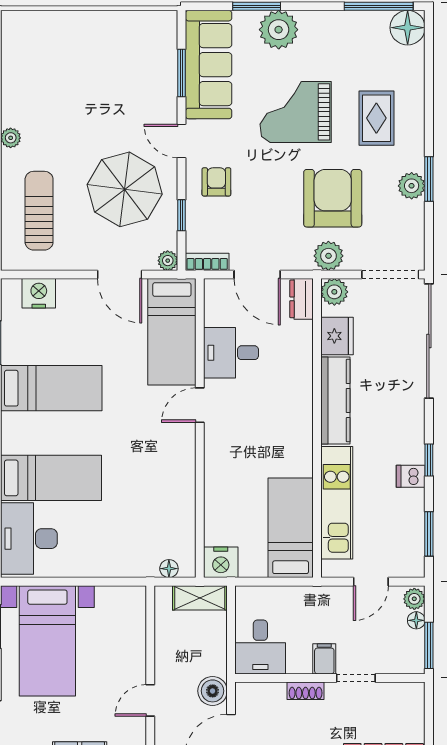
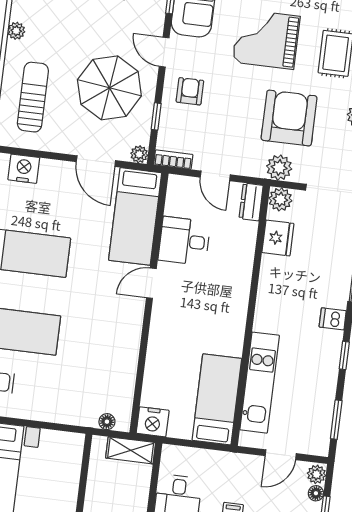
door: (257, 274) -> (215, 176), width x0.73
kitchen counter: (335, 401) -> (270, 294), removed
dishwasher: (411, 476) -> (333, 319), moved

